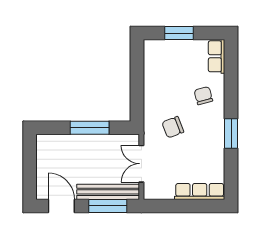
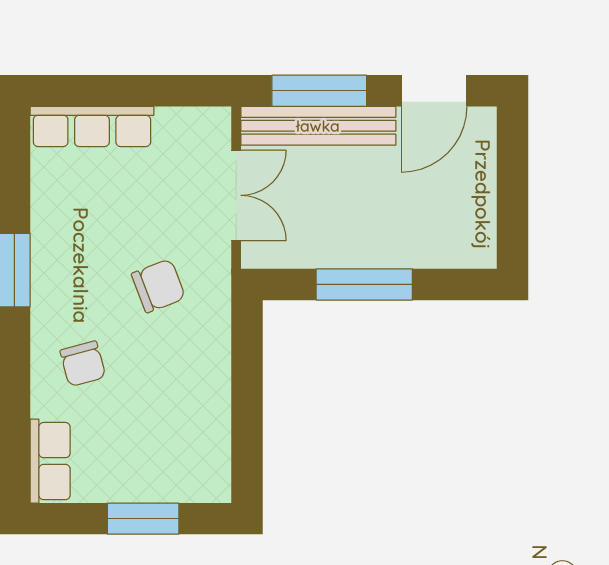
door: (61, 206) -> (434, 91), hinge flipped

